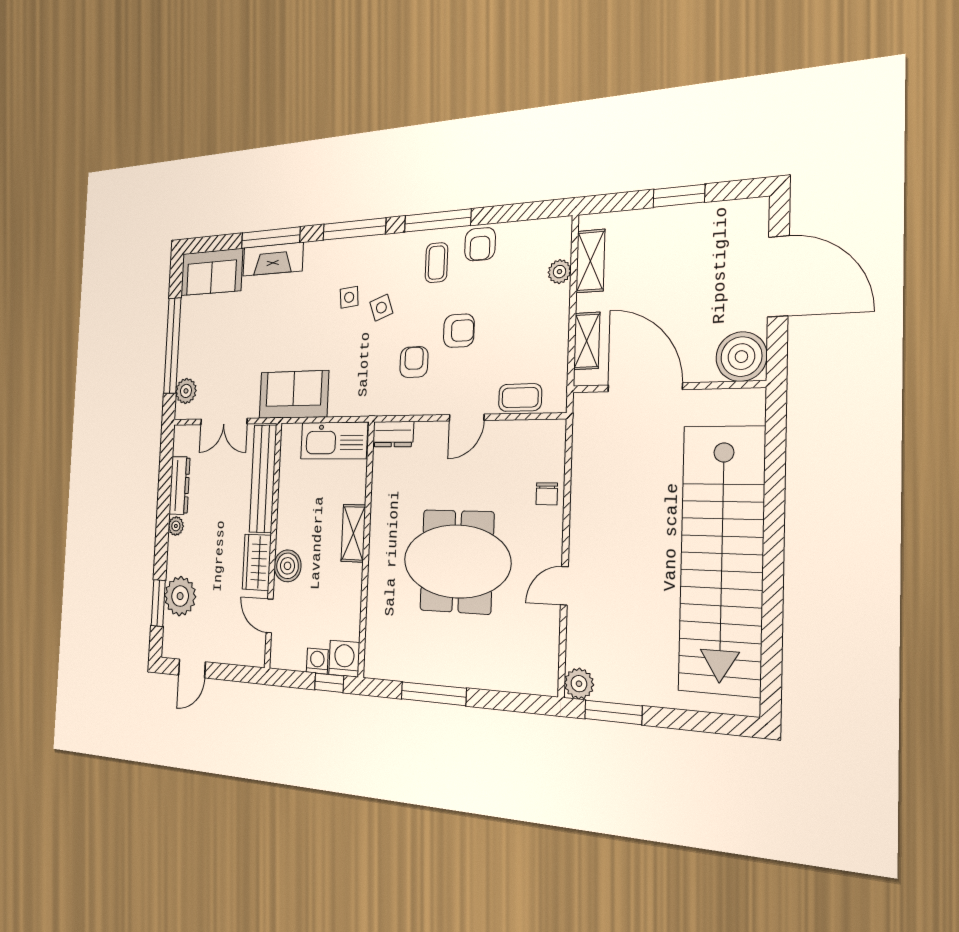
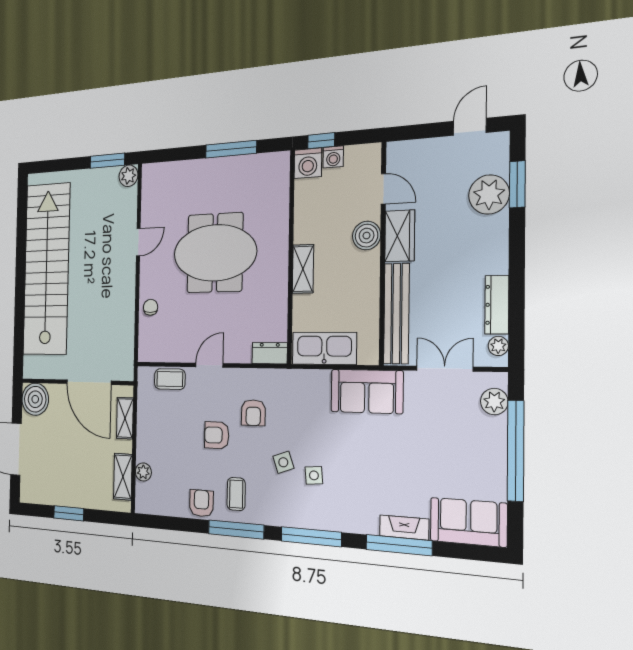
fireplace: (273, 259) -> (404, 528), width x0.73, depth x0.76
plant: (176, 526) -> (498, 346), moved

